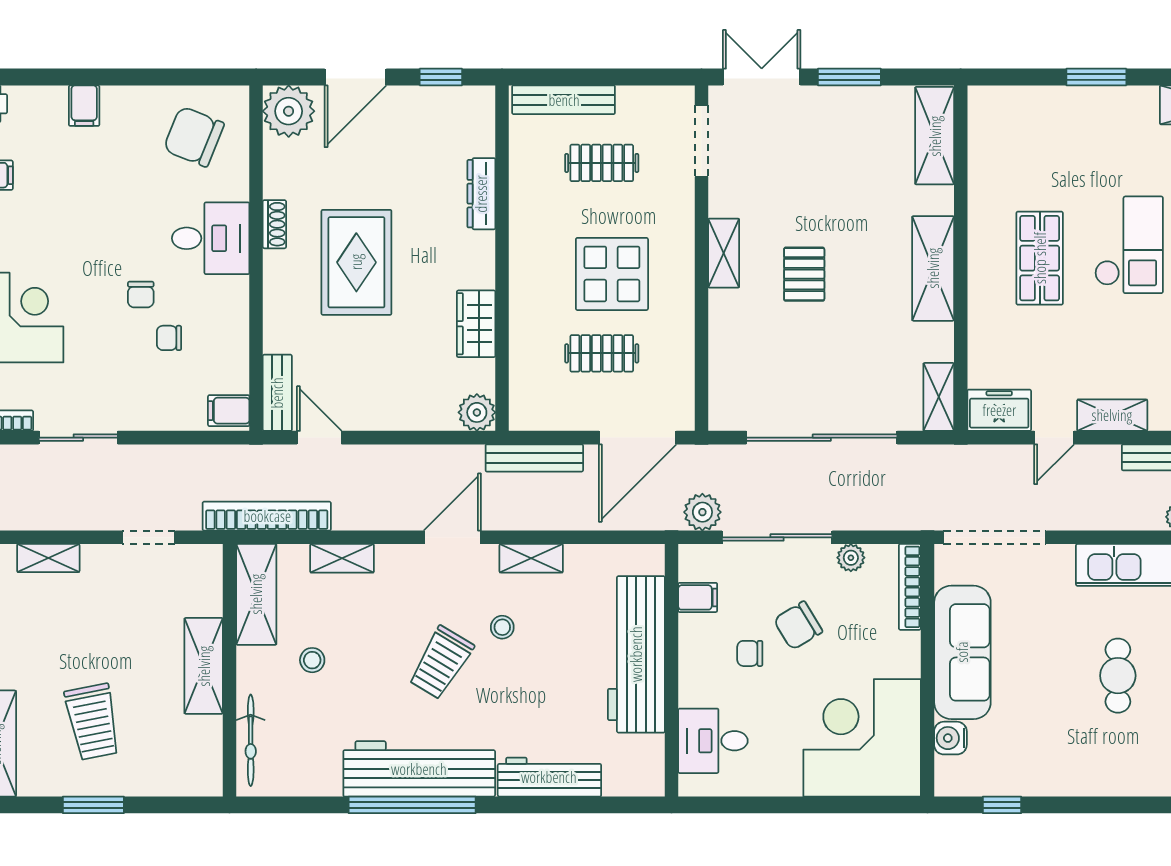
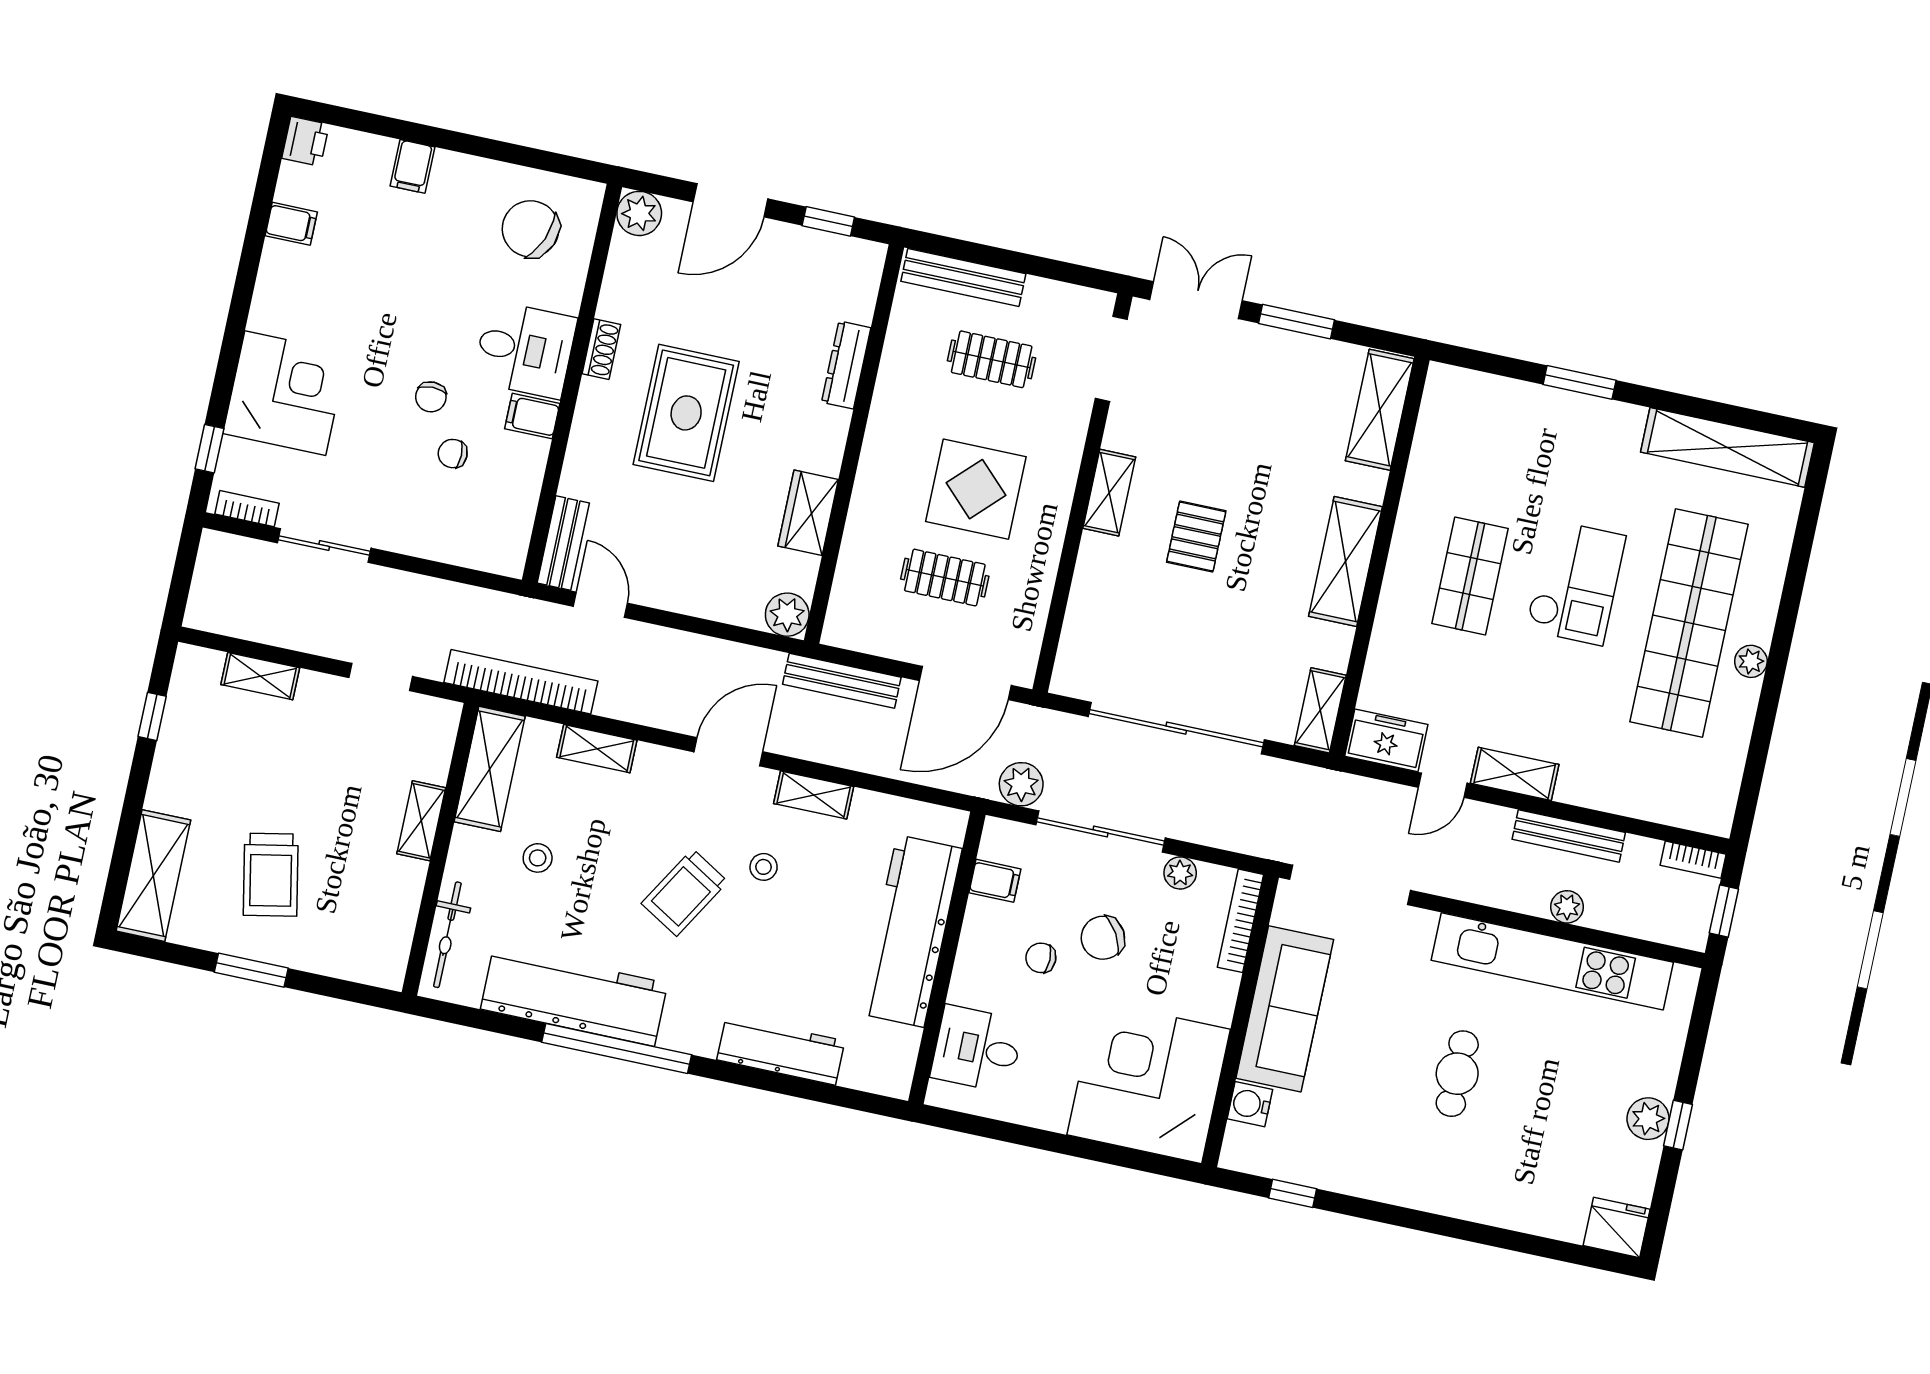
plant: (289, 111) -> (639, 213), width x0.73, depth x0.73
filing cabinet: (229, 411) -> (532, 416), moved
shelving: (204, 666) -> (421, 821), width x0.67, depth x0.75
workbench: (419, 769) -> (574, 996), moved

